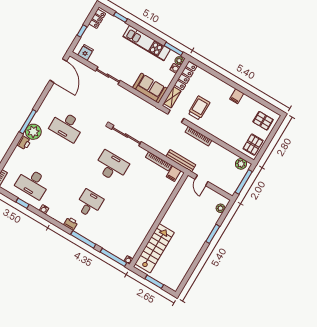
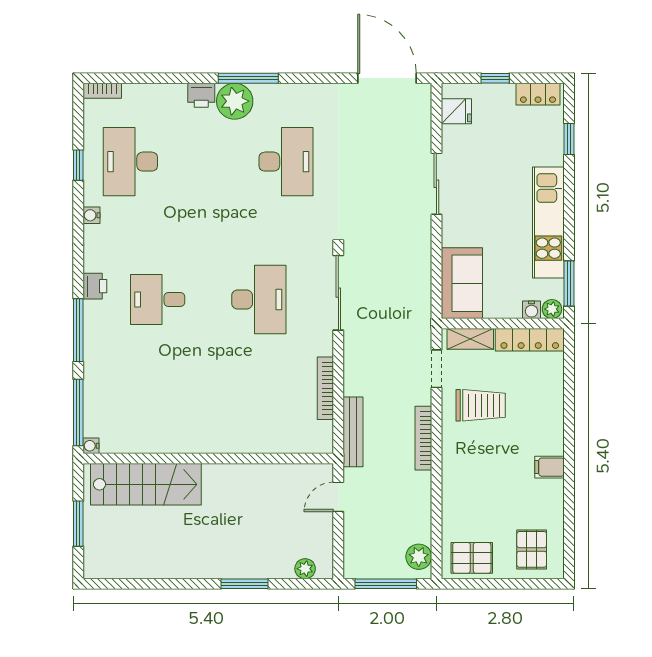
door: (58, 71) -> (387, 78), swing flipped
desk: (67, 126) -> (286, 162), turned 180
filing cabinet: (174, 174) -> (318, 433), removed
desk: (89, 203) -> (158, 299), turned 180

